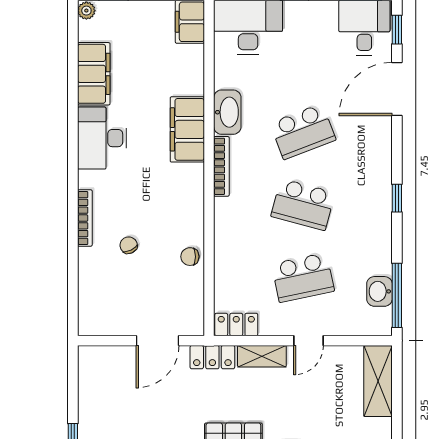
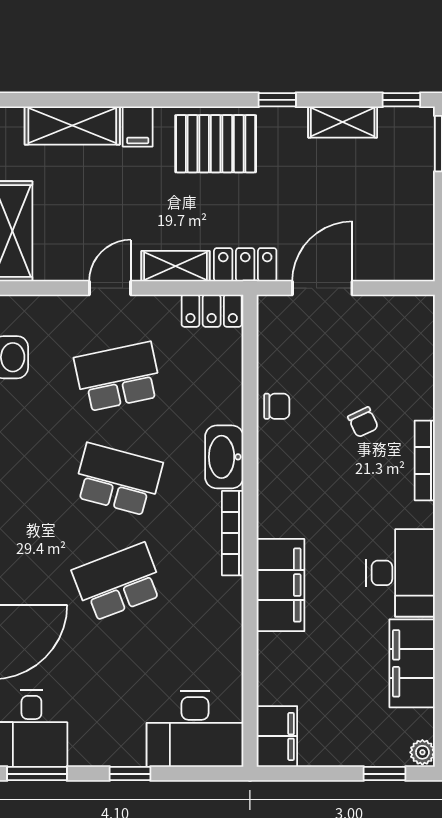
washbasin: (227, 112) -> (224, 457), moved

